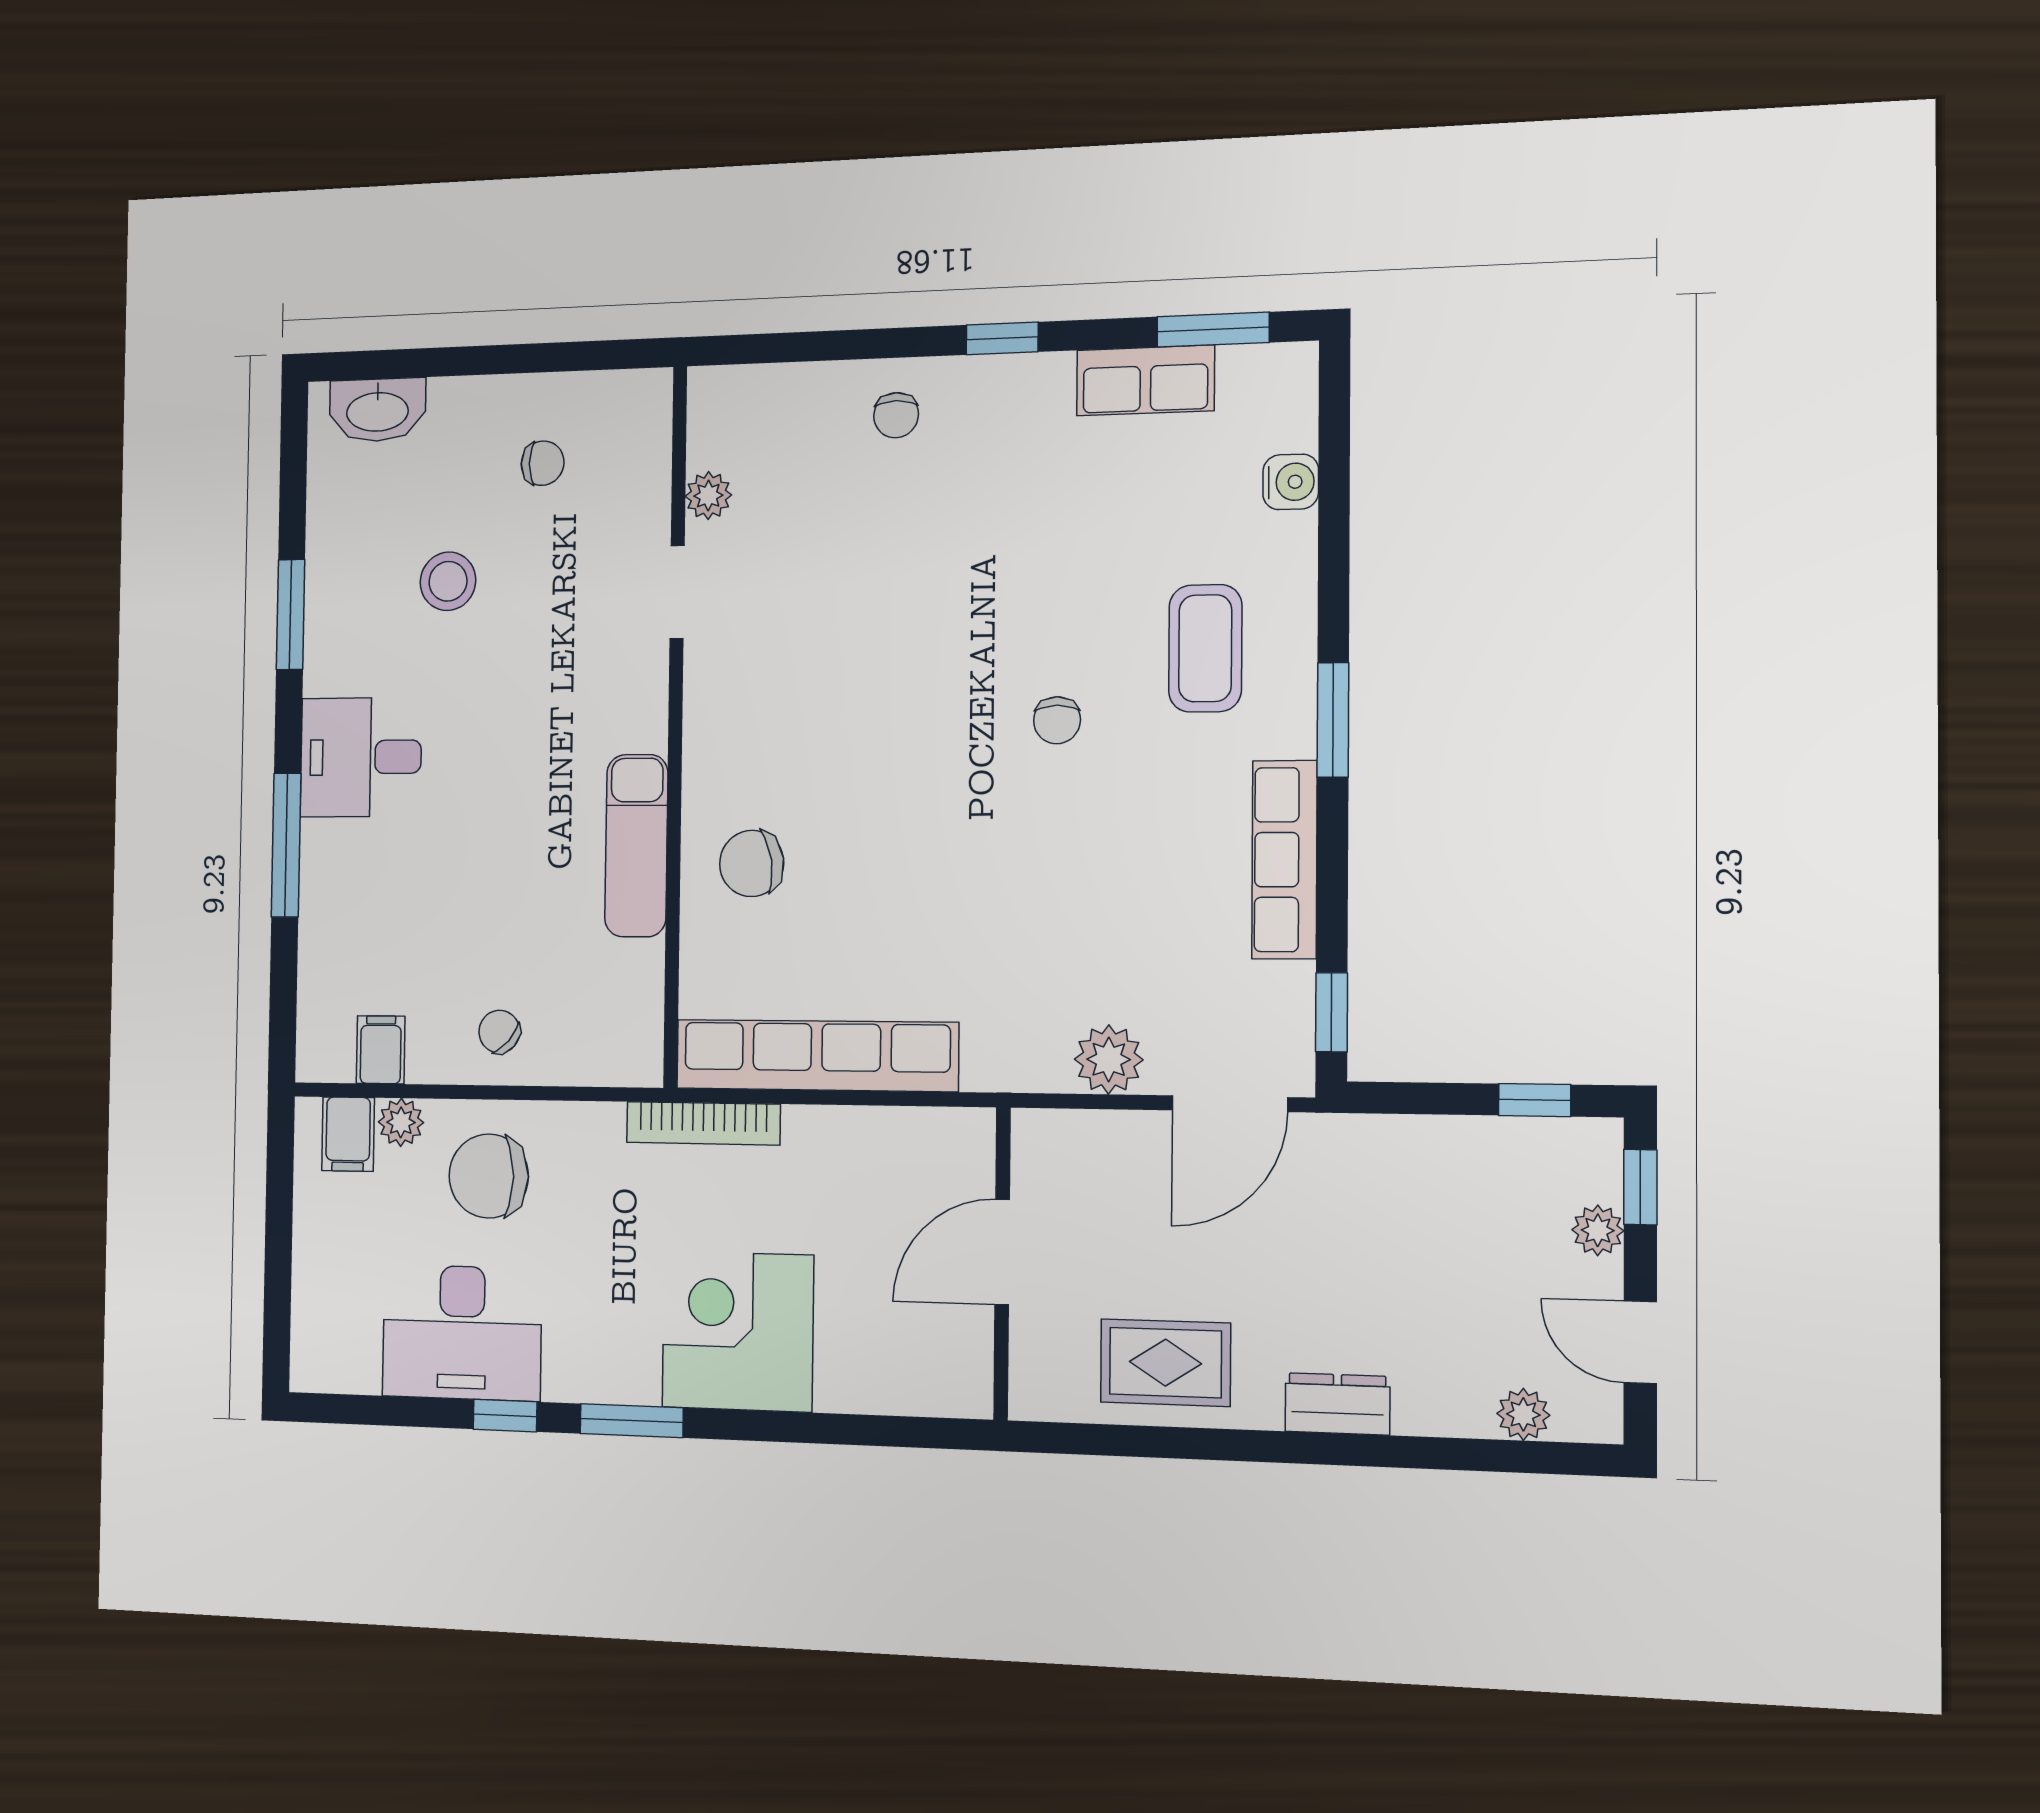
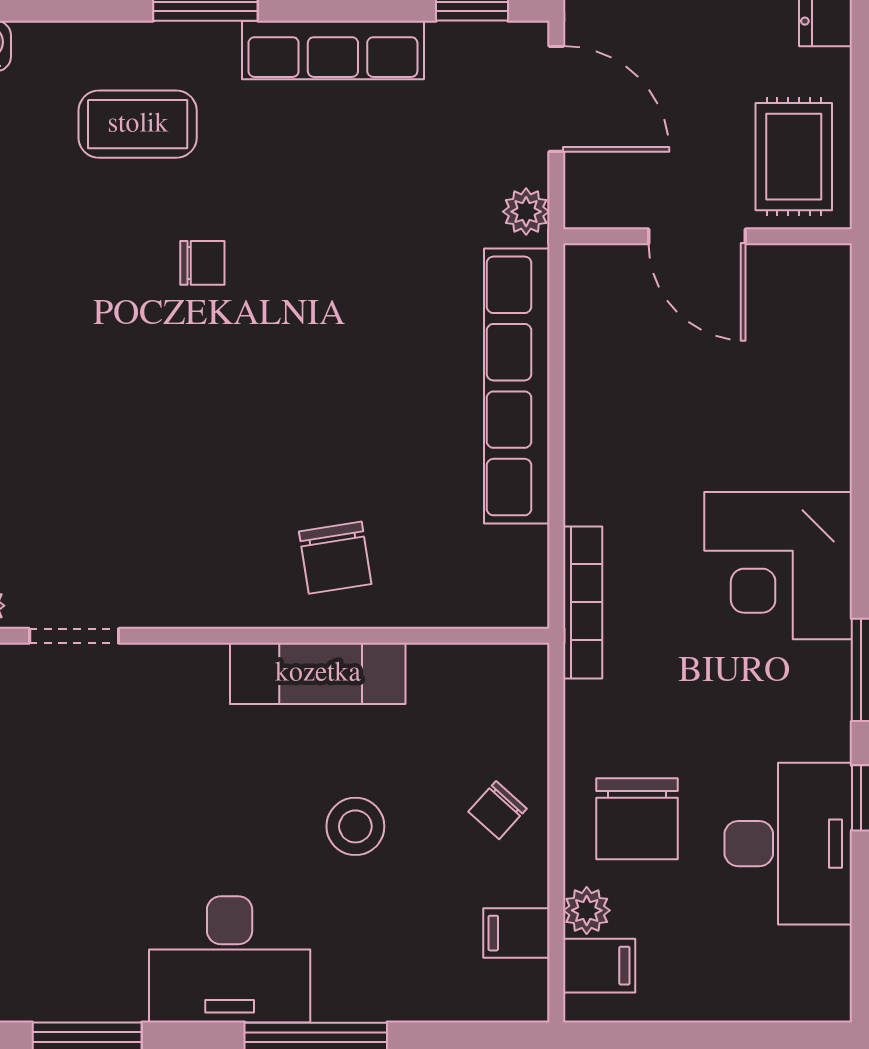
stool: (448, 581) -> (355, 826), moved
desk: (361, 757) -> (230, 959), width x1.37
row of seats: (817, 1055) -> (517, 386), moved
plant: (1109, 1059) -> (526, 212), width x0.73, depth x0.73
door: (1002, 1252) -> (697, 236), moved
wall: (1002, 1263) -> (708, 236), moved

